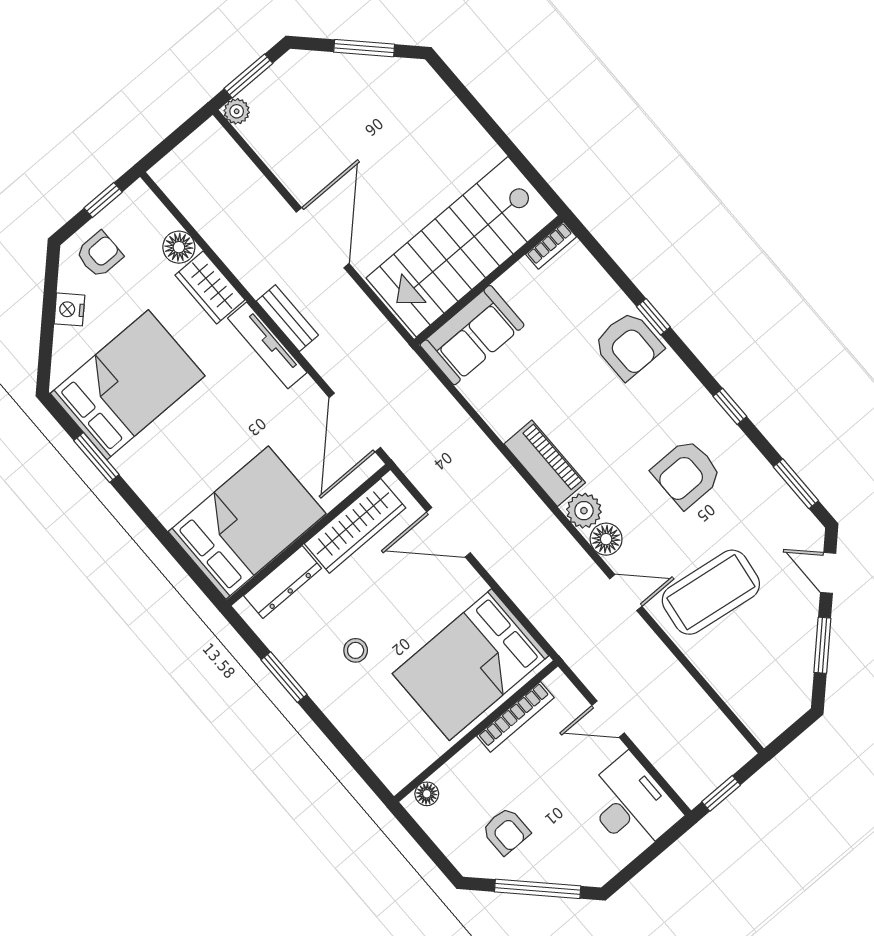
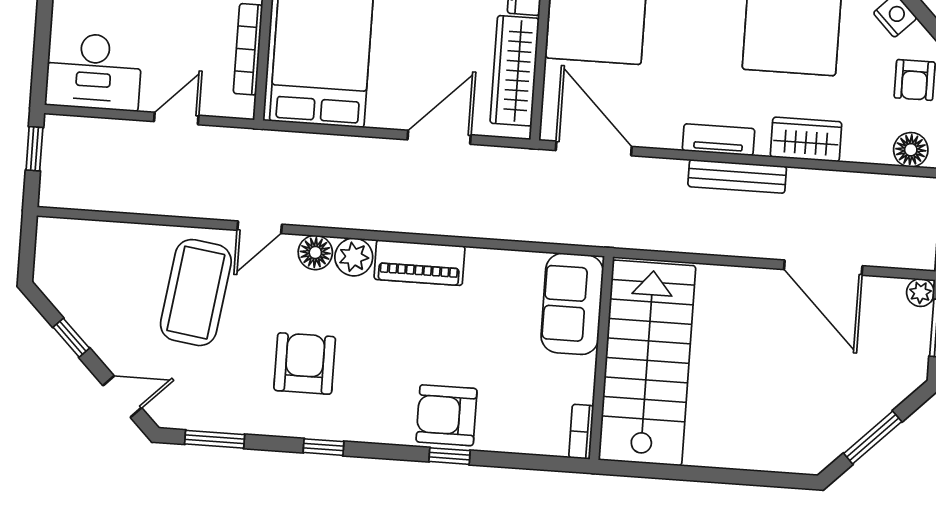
door: (323, 238) -> (823, 268), moved
floor lamp: (179, 247) -> (911, 150), moved
bench: (287, 318) -> (737, 176), width x1.36
tv unit: (267, 345) -> (719, 140), width x0.71
window: (822, 645) -> (71, 338), width x0.67

